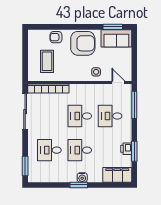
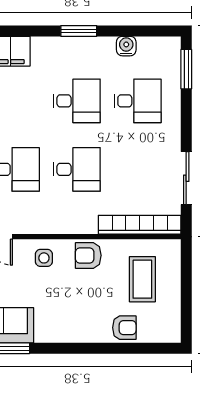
armchair: (83, 43) -> (88, 255), moved, width x0.53, depth x0.53
sliding door: (25, 112) -> (186, 178), width x0.73
water cooler: (82, 177) -> (126, 46), moved

